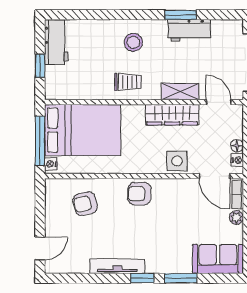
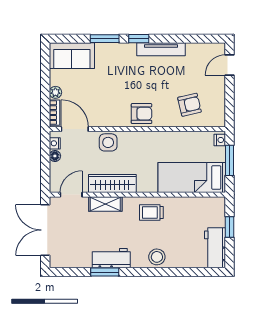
workbench: (189, 30) -> (111, 258), moved
stool: (133, 42) -> (157, 257), moved
door: (219, 102) -> (71, 195), swing flipped
bed: (83, 130) -> (192, 177), width x0.67
window: (40, 141) -> (229, 160), width x0.69

